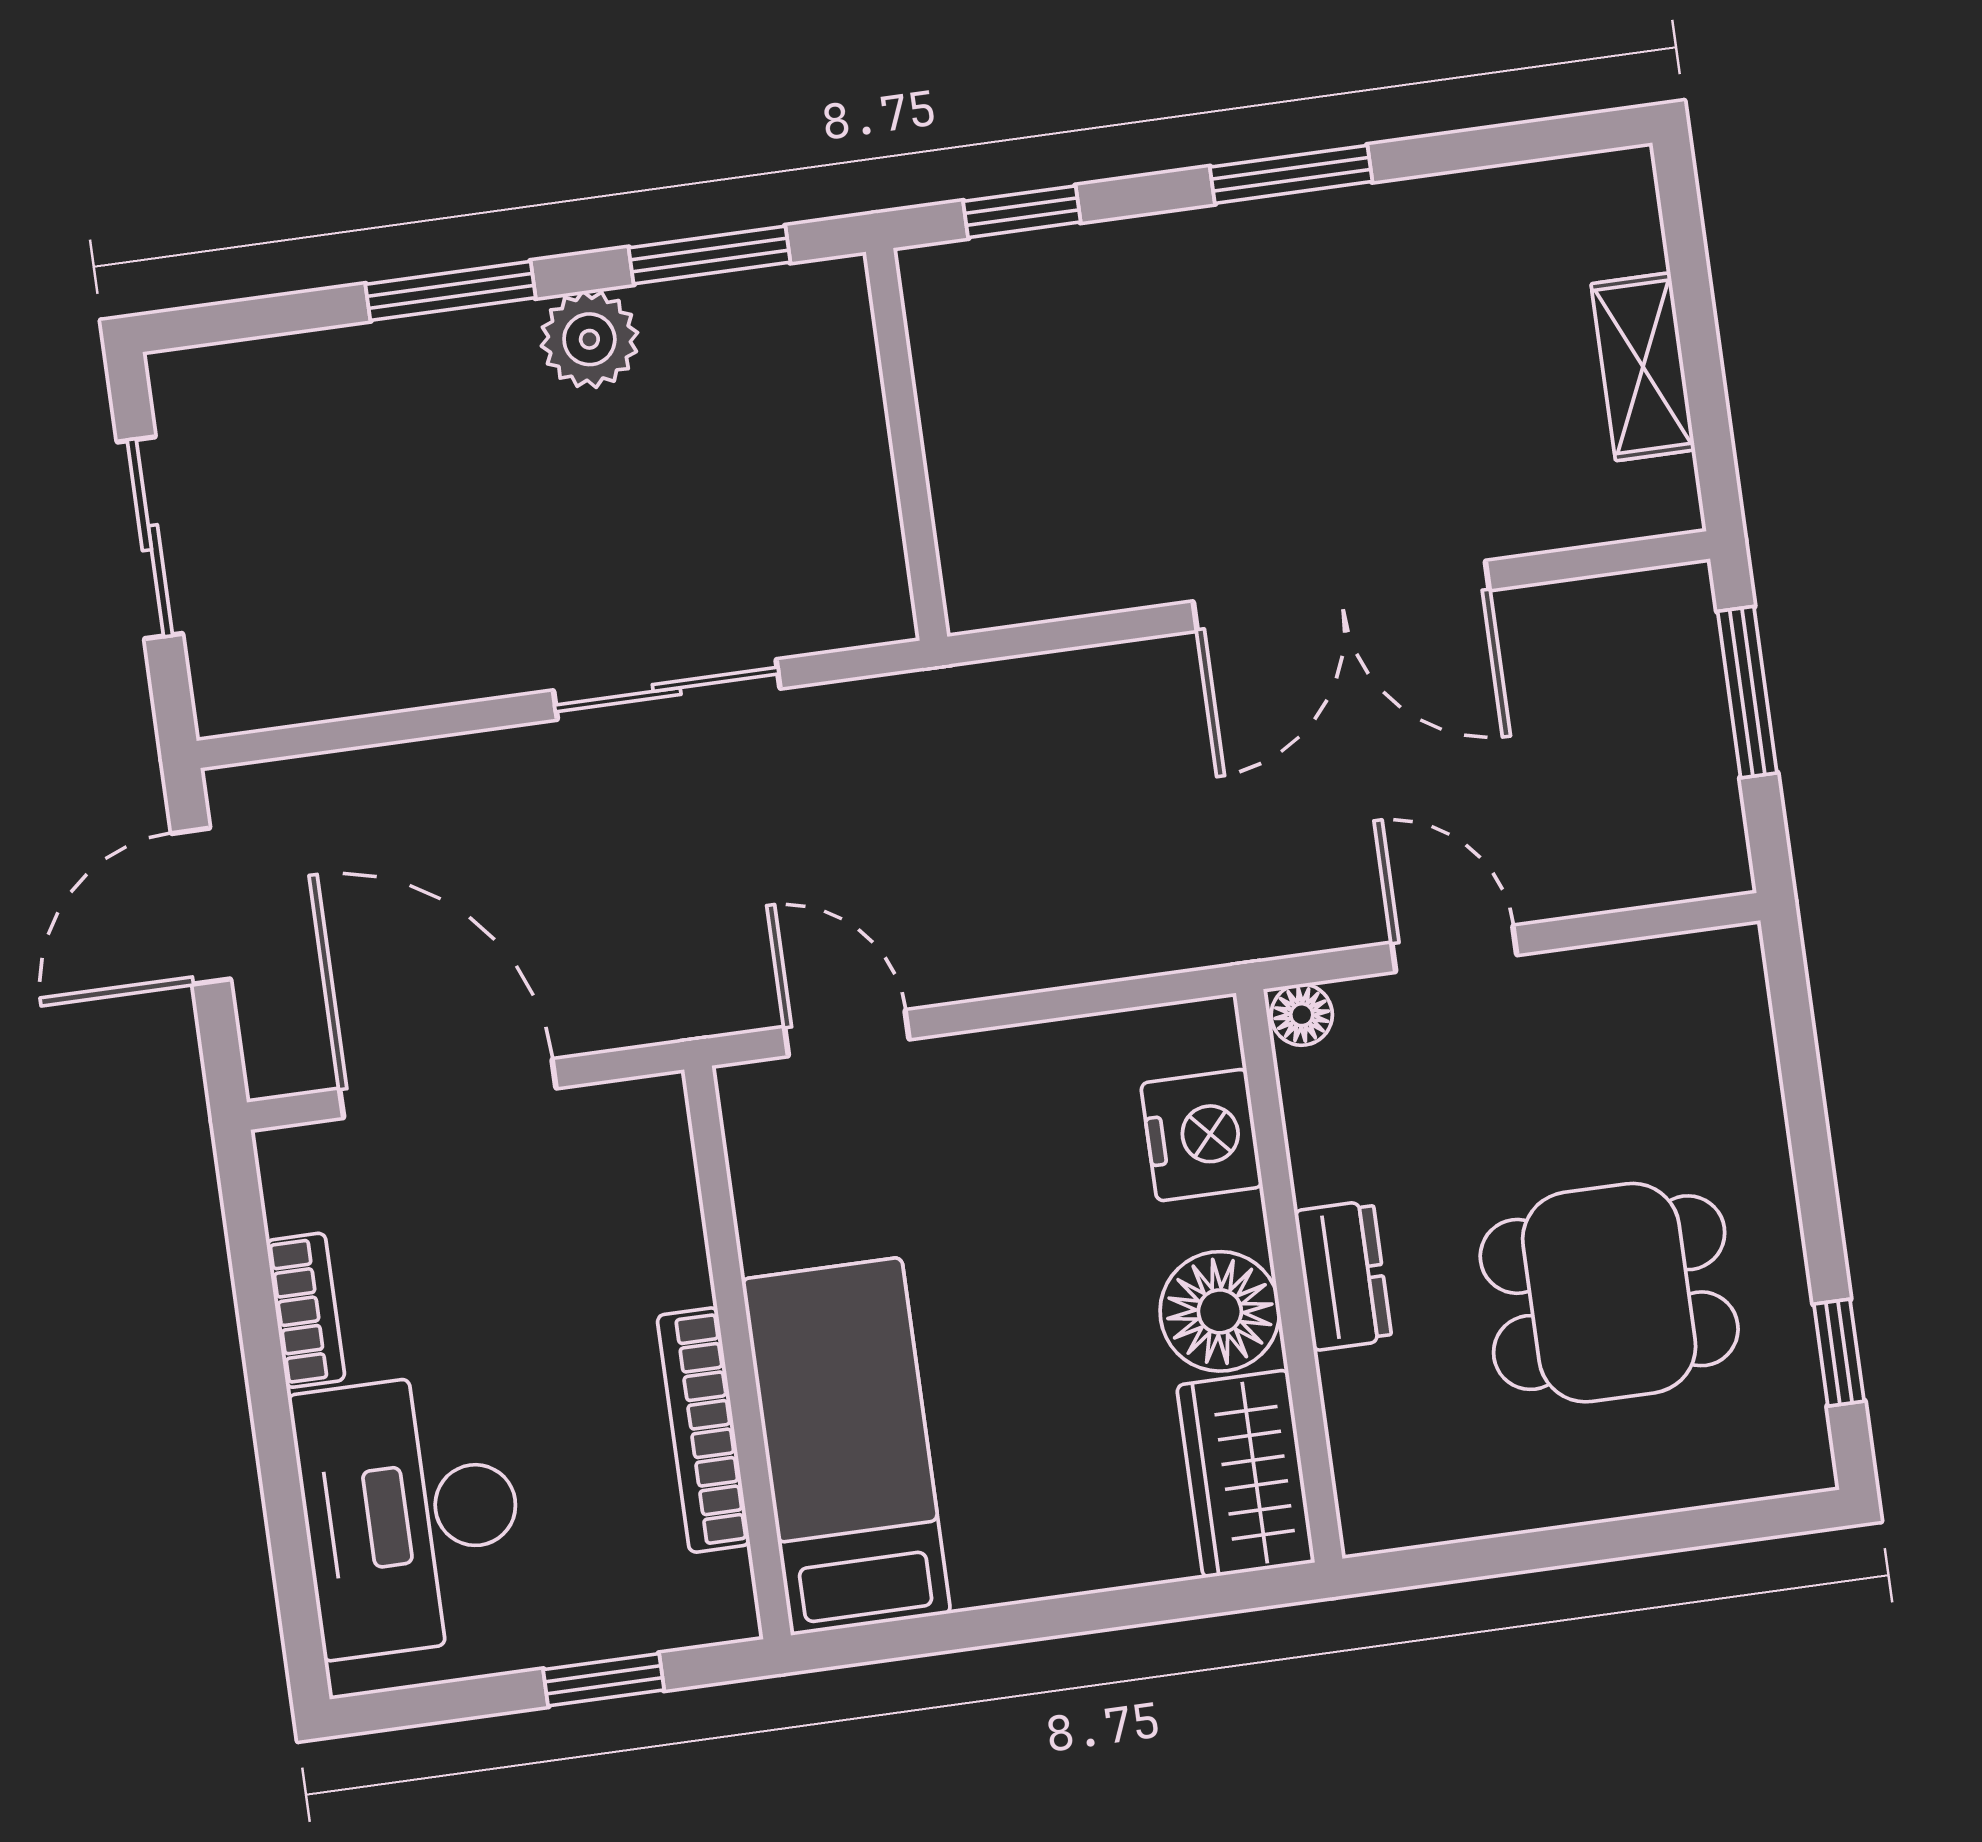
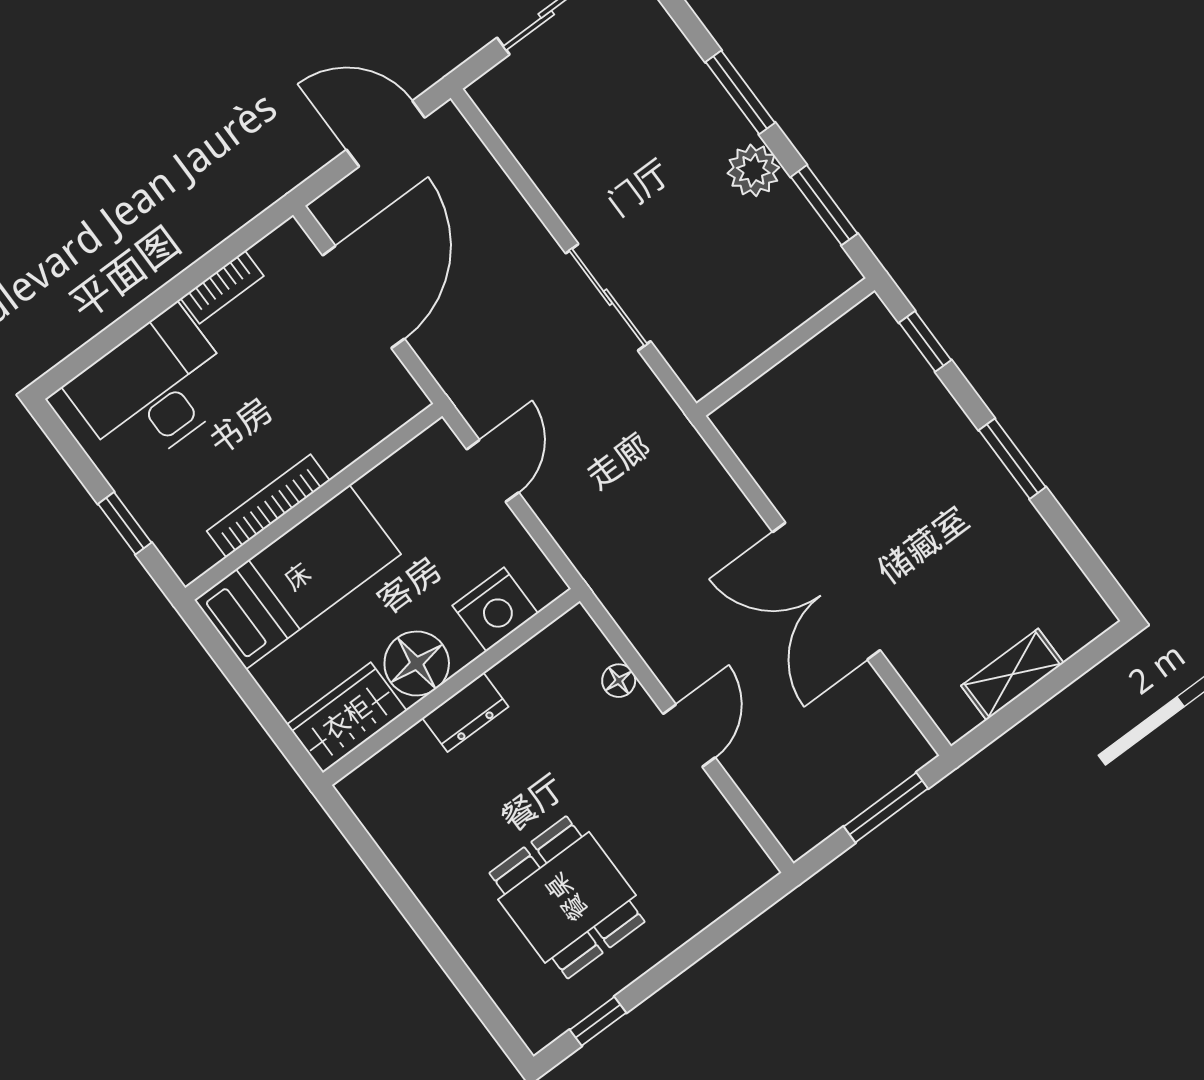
nightstand: (1202, 1135) -> (495, 609), moved
dresser: (1343, 1275) -> (465, 712), moved
wall: (1289, 1276) -> (451, 687), moved
floor lamp: (1220, 1311) -> (417, 663), moved
wardrobe: (1246, 1474) -> (347, 718), moved

